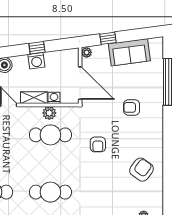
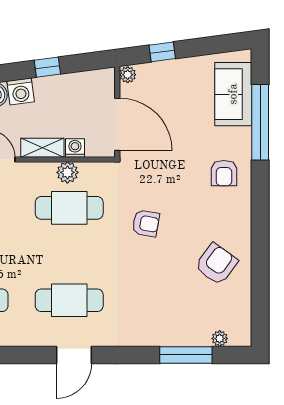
sofa: (129, 52) -> (233, 94), moved, turned 98
washing machine: (36, 61) -> (21, 91), moved
armchair: (132, 107) -> (224, 173), moved, turned -90
armchair: (98, 144) -> (146, 223), turned -79

